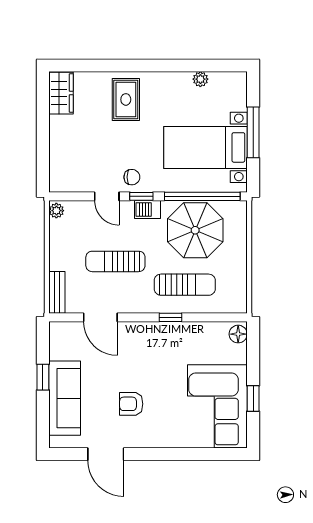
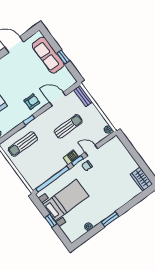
window: (158, 66) -> (110, 219), added
rug: (126, 99) -> (113, 196), removed
window: (253, 132) -> (51, 221), width x0.46
parasol: (195, 230) -> (45, 163), removed
sun lounger: (185, 285) -> (23, 144), moved
armchair: (131, 404) -> (32, 102), moved

